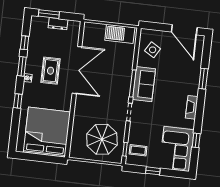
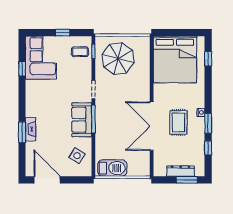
dresser: (58, 24) -> (181, 171), width x1.44
window: (18, 101) -> (208, 59), moved
fireplace: (192, 107) -> (31, 129), moved

